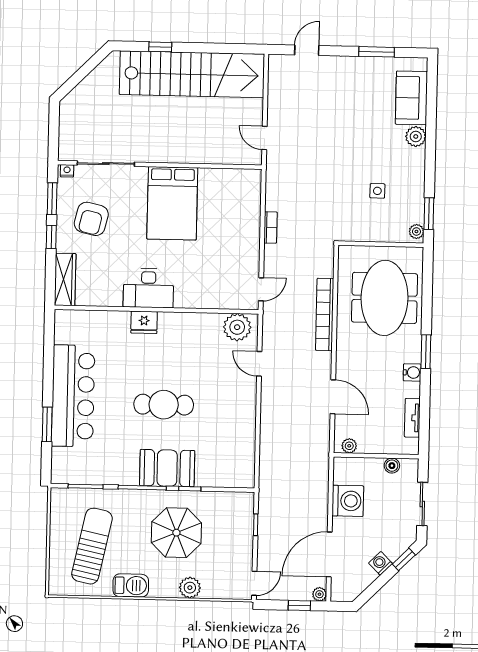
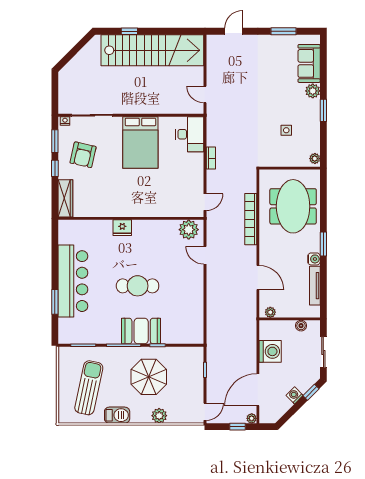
window: (429, 214) -> (323, 110), moved
desk: (148, 288) -> (190, 134), moved, turned -90
tv unit: (412, 418) -> (315, 286), width x1.41

